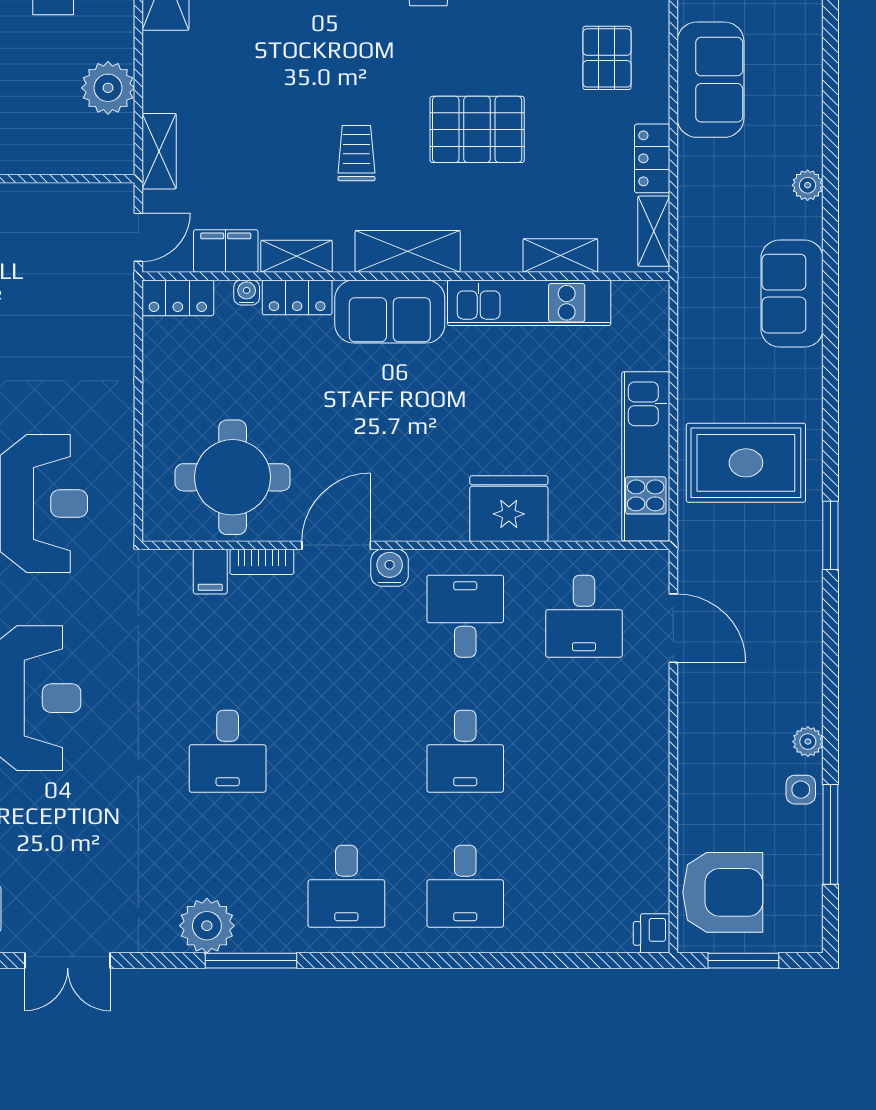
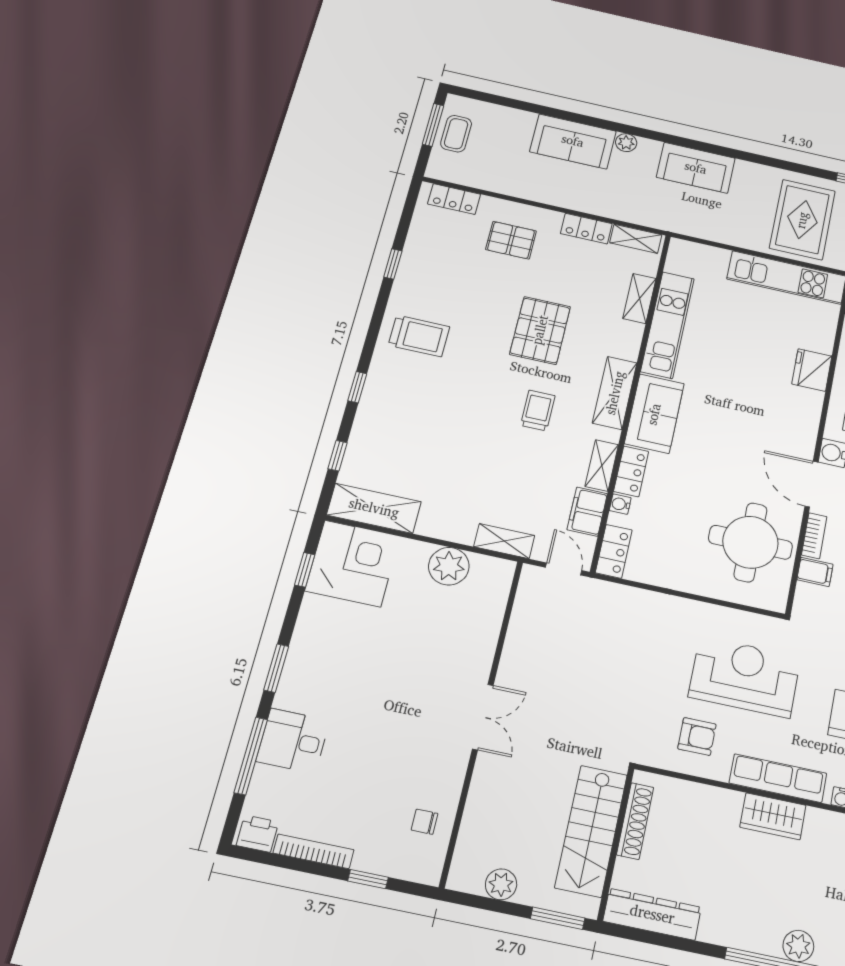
sofa: (711, 80) -> (573, 141), moved, turned 180
trolley: (356, 153) -> (538, 410), turned 90
fridge: (509, 509) -> (812, 370), width x0.73, depth x0.75

